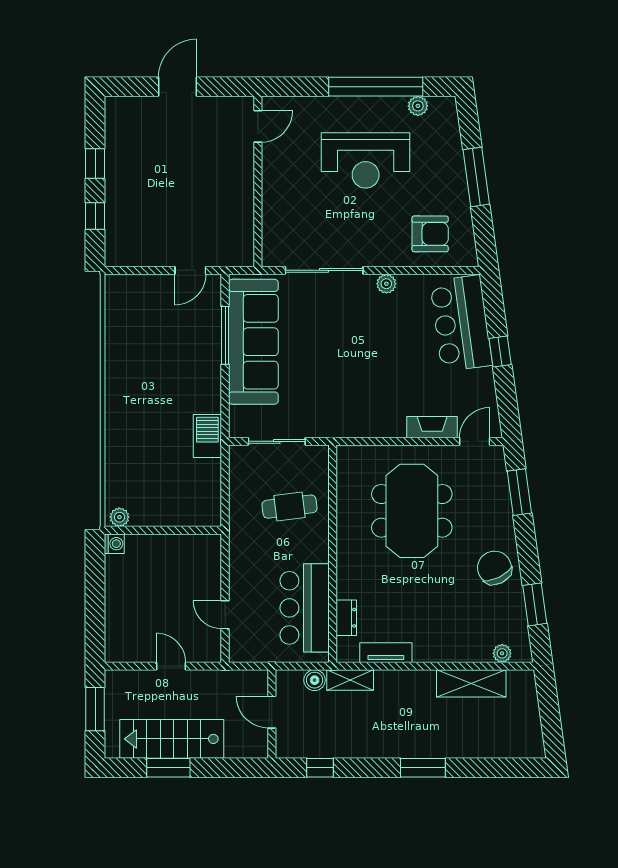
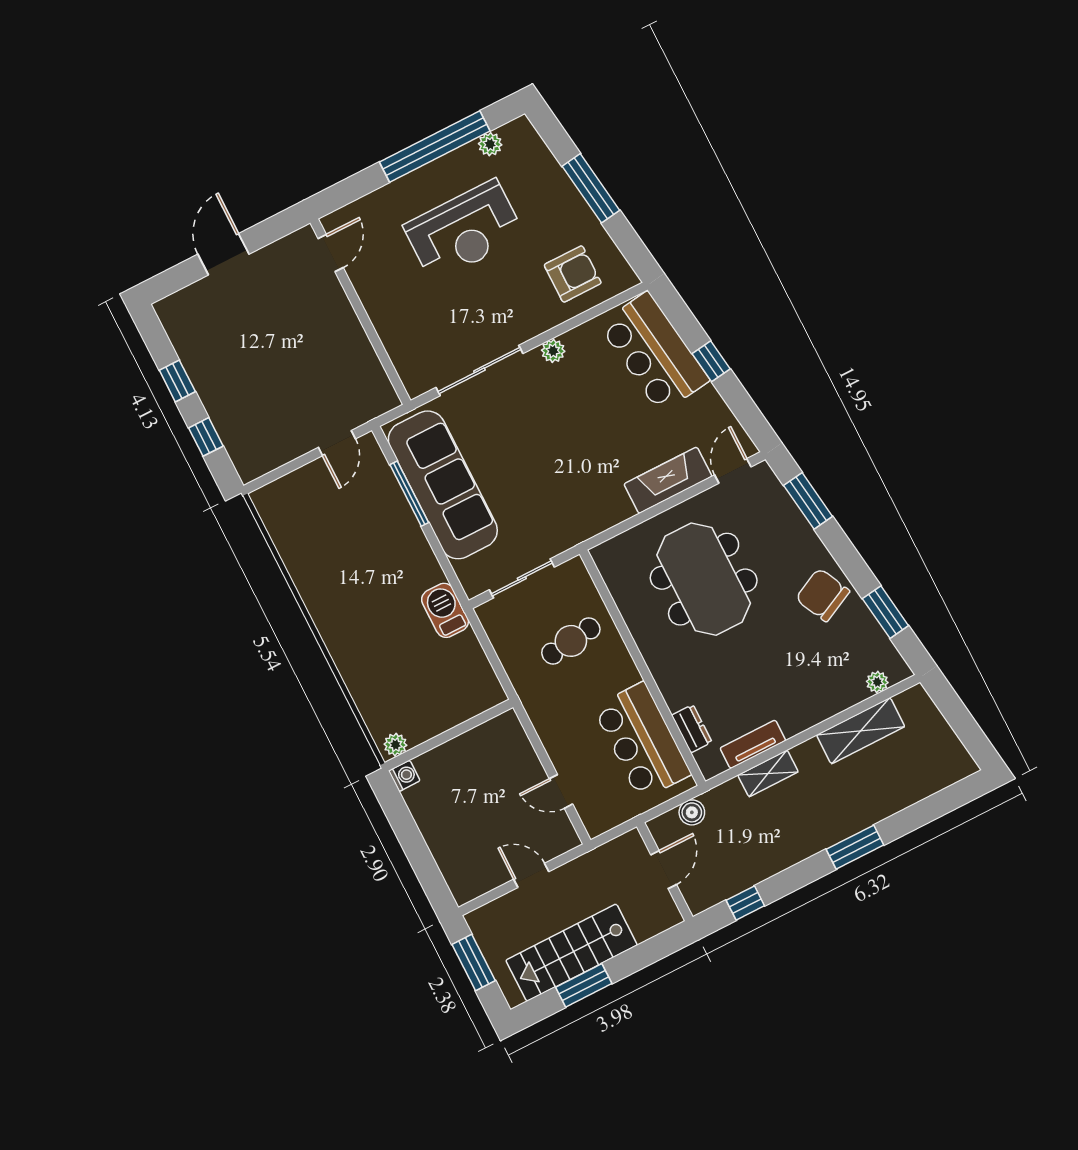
fireplace: (432, 427) -> (668, 480), width x1.37, depth x1.32
shelving: (350, 680) -> (768, 773), moved
door: (272, 712) -> (664, 870), swing flipped

